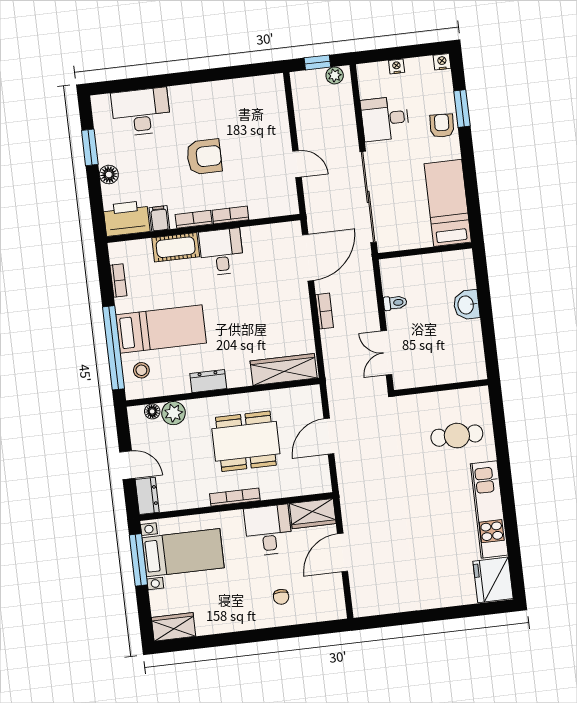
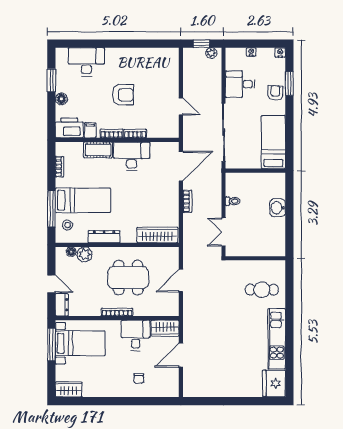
desk: (221, 252) -> (132, 156), width x1.37
window: (113, 348) -> (51, 209), width x0.68
dresser: (208, 381) -> (104, 237), width x1.44

